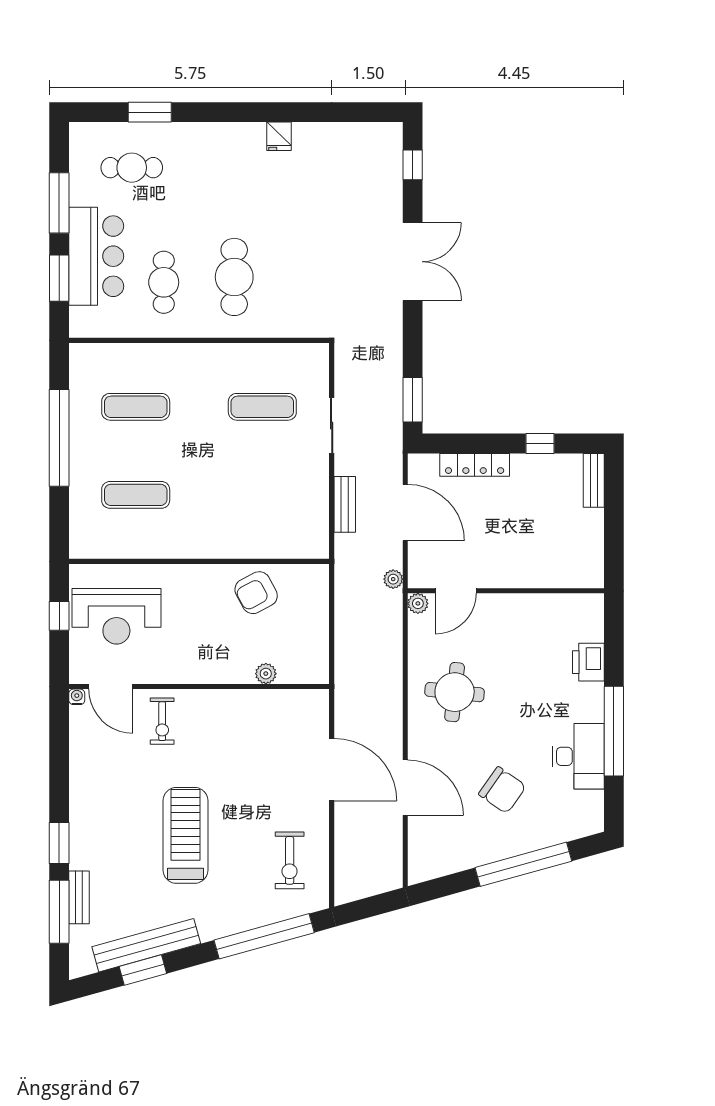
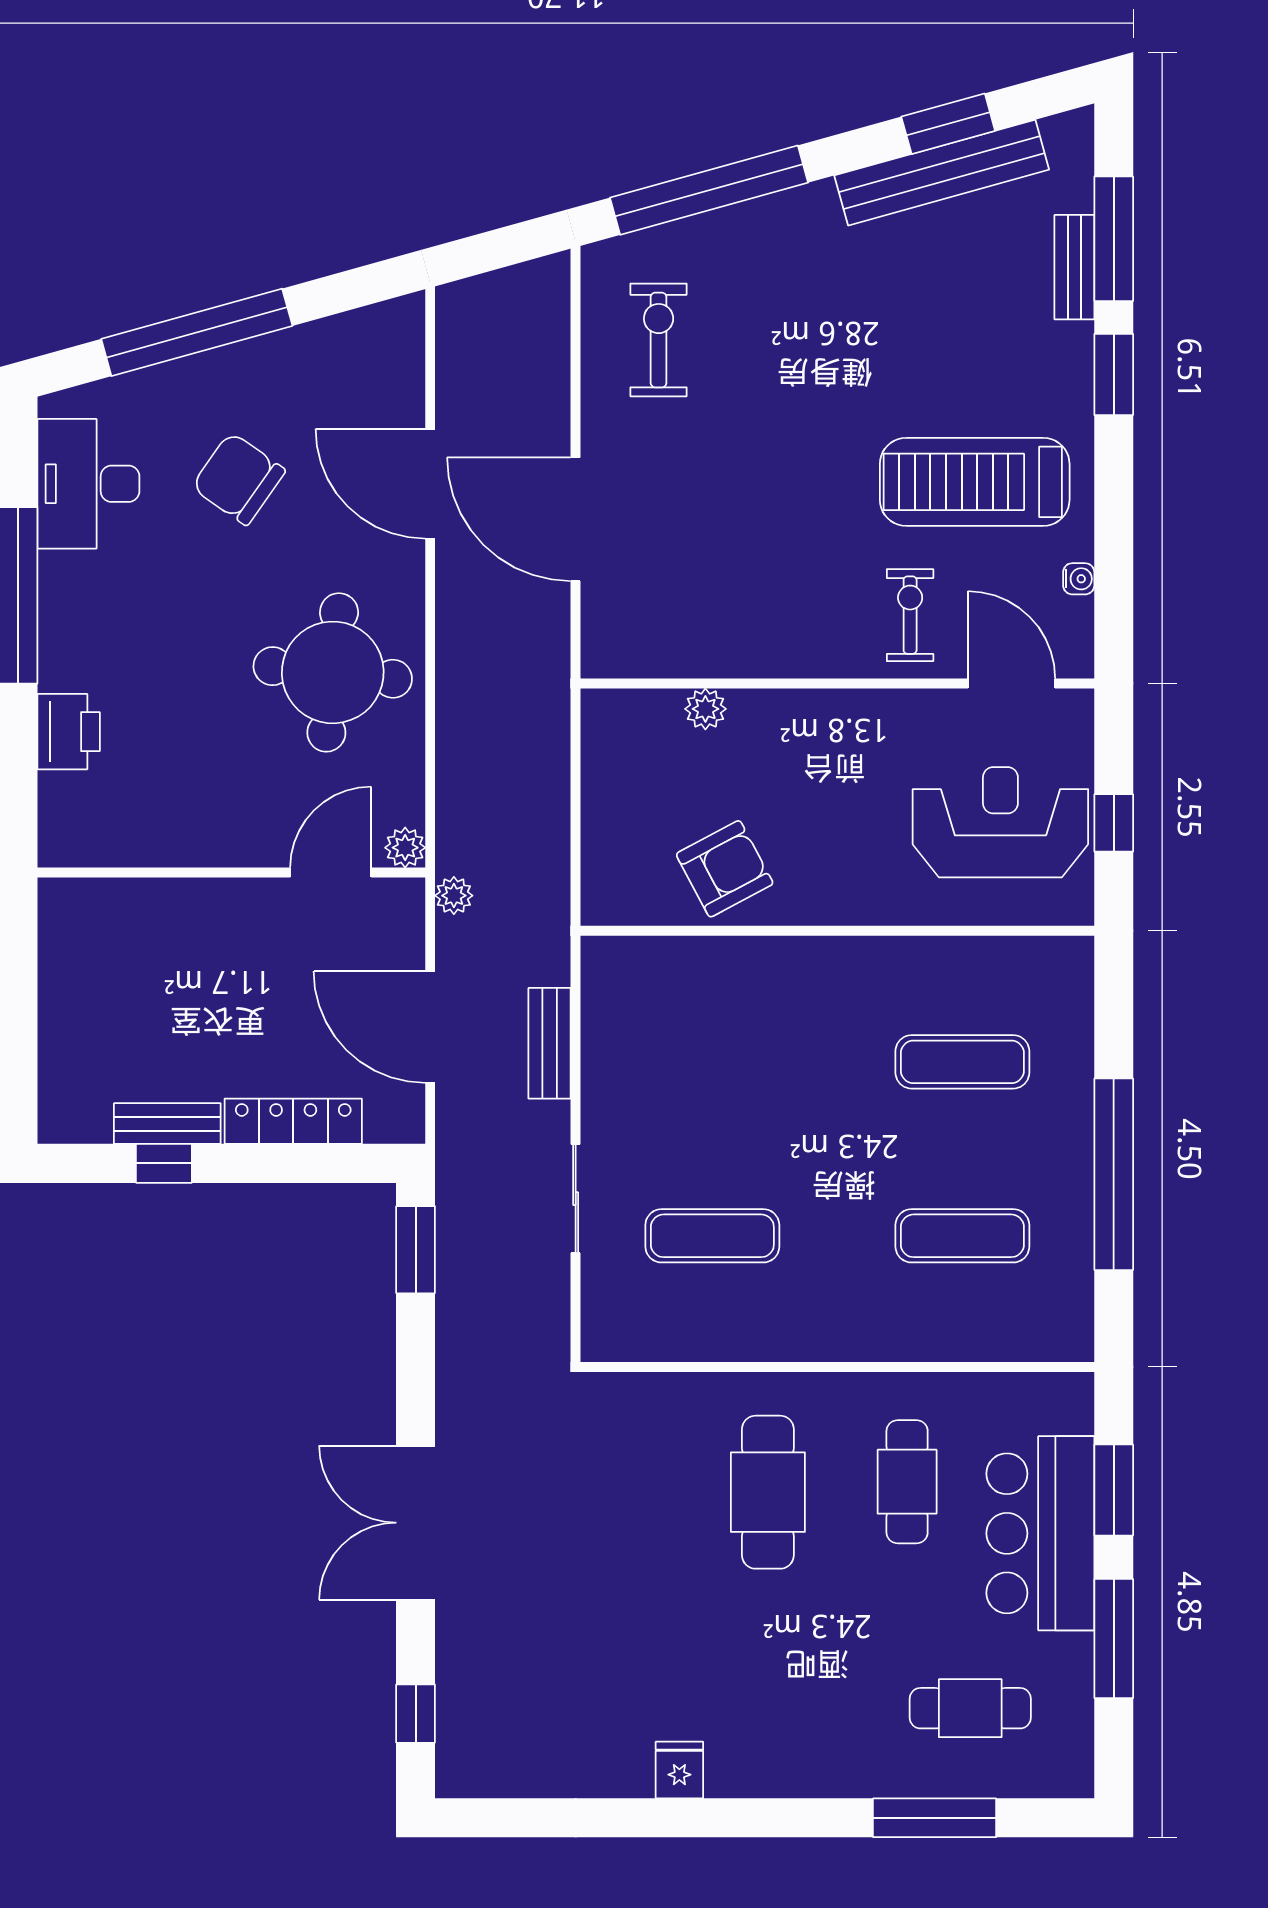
window: (150, 112) -> (935, 1818), width x1.44
bench: (594, 480) -> (167, 1124), moved, turned 90
round table: (455, 692) -> (333, 672), width x1.36, depth x1.36
water cooler: (77, 697) -> (1079, 579), moved, turned -90
desk: (578, 756) -> (88, 484), moved
treadmill: (185, 835) -> (975, 482), moved, turned 90

